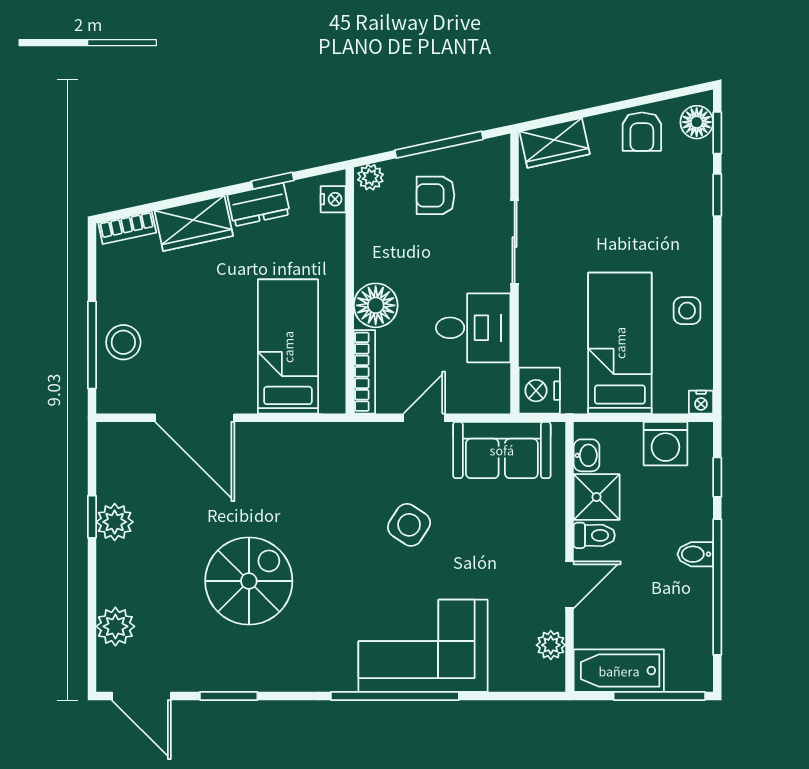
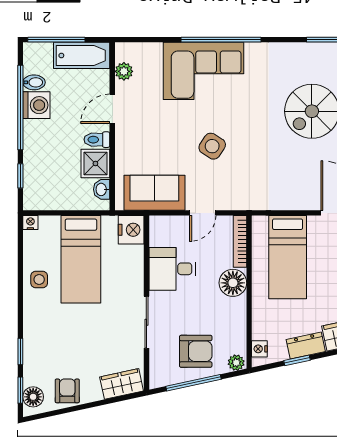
armchair: (435, 195) -> (196, 351), width x1.38, depth x1.38
washing machine: (665, 444) -> (36, 105), moved, turned 90
bidet: (695, 554) -> (34, 82), moved

